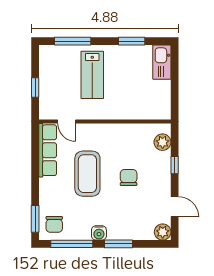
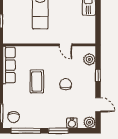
door: (67, 122) -> (66, 45), moved
coffee table: (87, 174) -> (37, 81), width x0.73, depth x0.76
water cooler: (99, 233) -> (72, 123), moved

